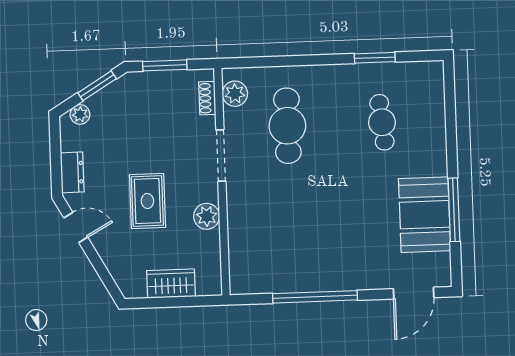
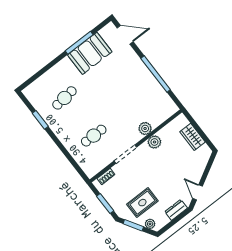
plant: (235, 94) -> (145, 128), moved
cafe table: (287, 126) -> (94, 136), width x0.73, depth x0.74
rug: (147, 201) -> (142, 203), moved

